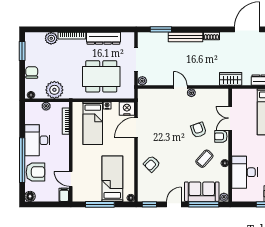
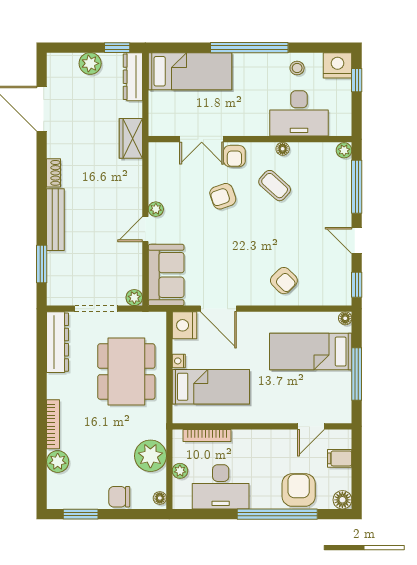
dresser: (103, 38) -> (58, 342), moved
desk: (37, 140) -> (221, 487), moved
sofa: (202, 192) -> (166, 275), moved, turned 180
filing cabinet: (64, 195) -> (340, 458), moved

